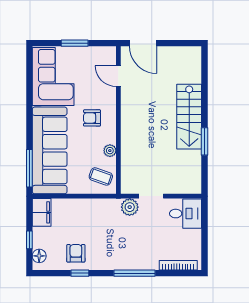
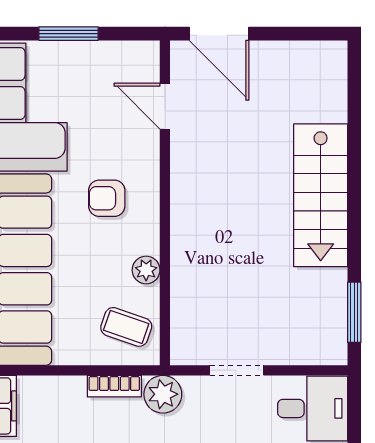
window: (204, 141) -> (354, 312), moved
bookcase: (95, 203) -> (114, 386), added
plant: (130, 207) -> (163, 394), moved

